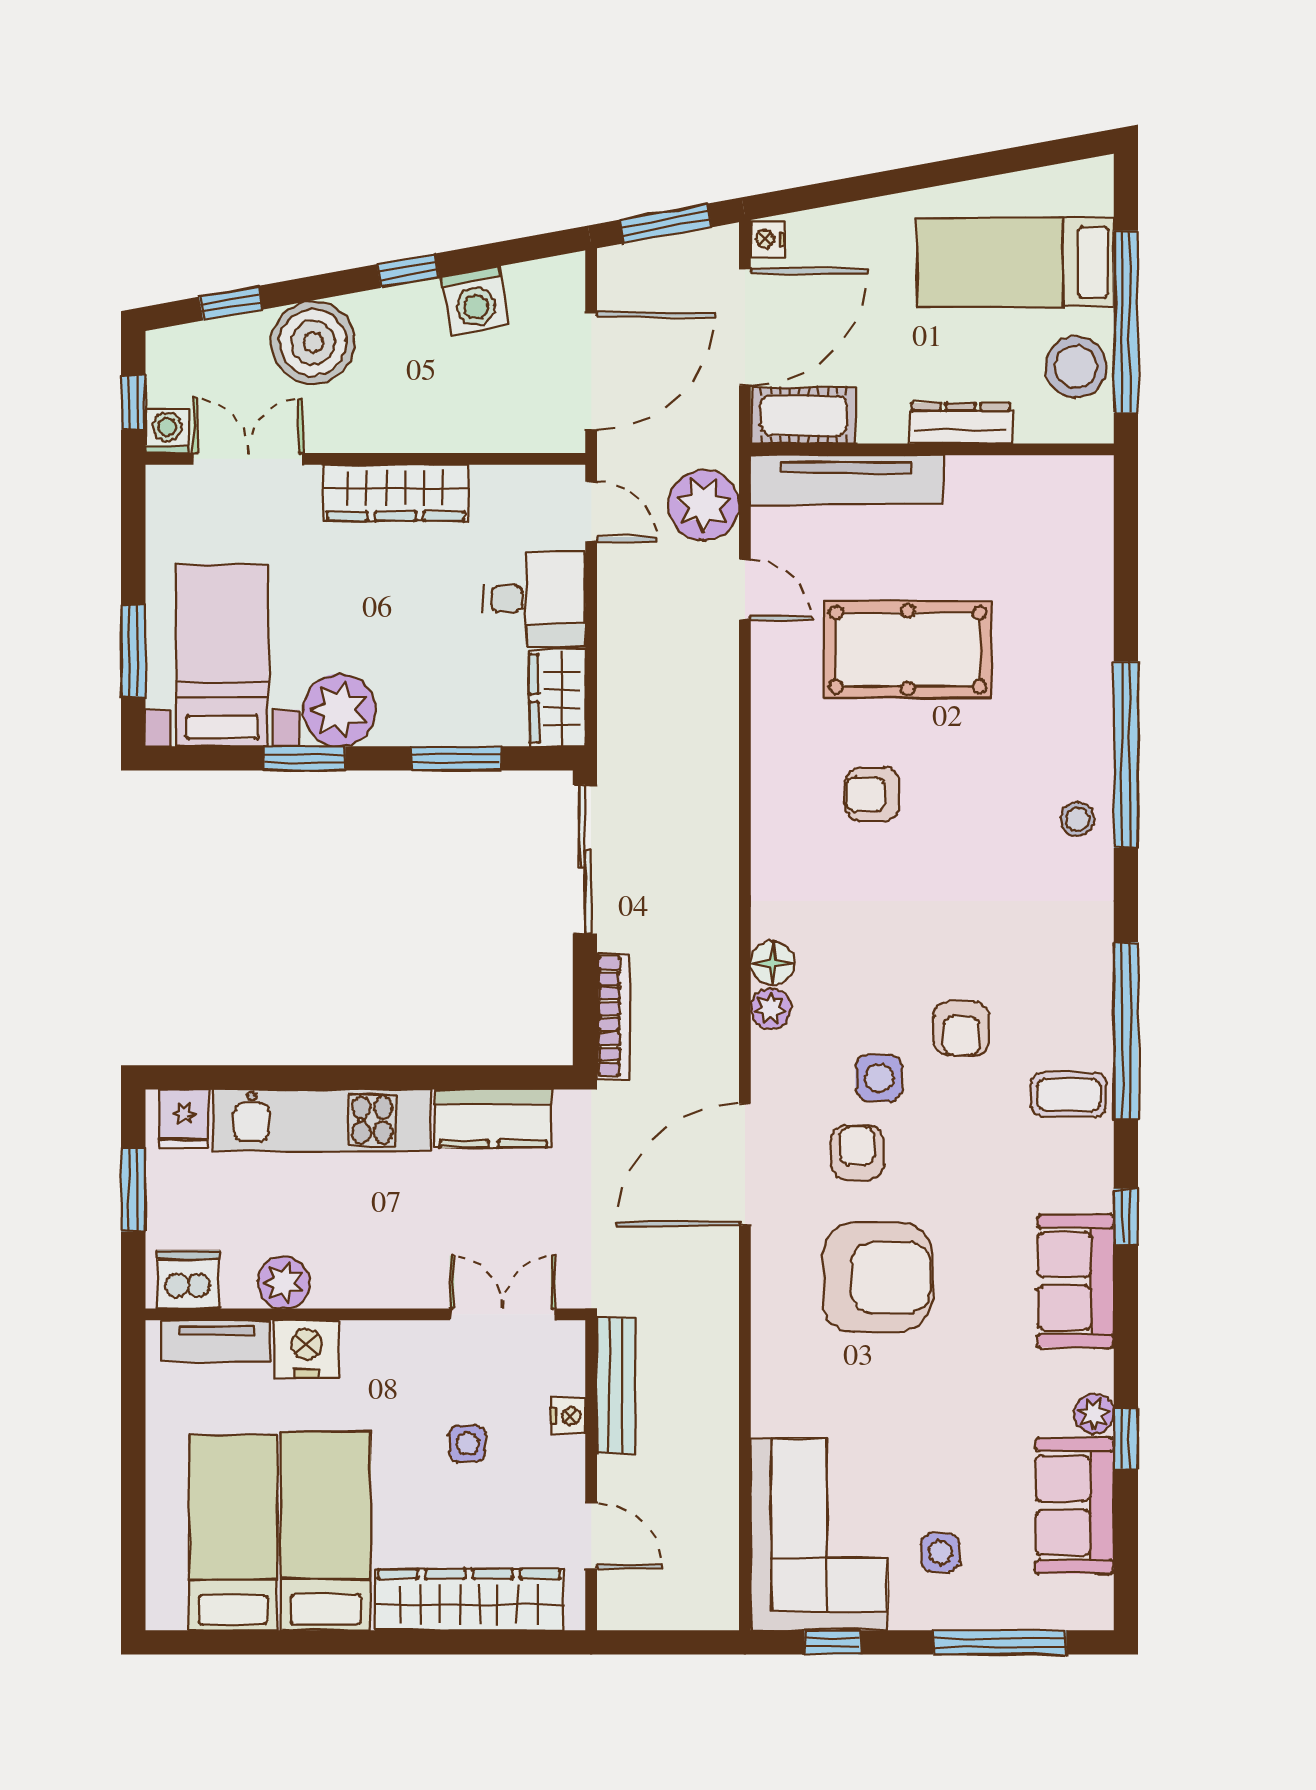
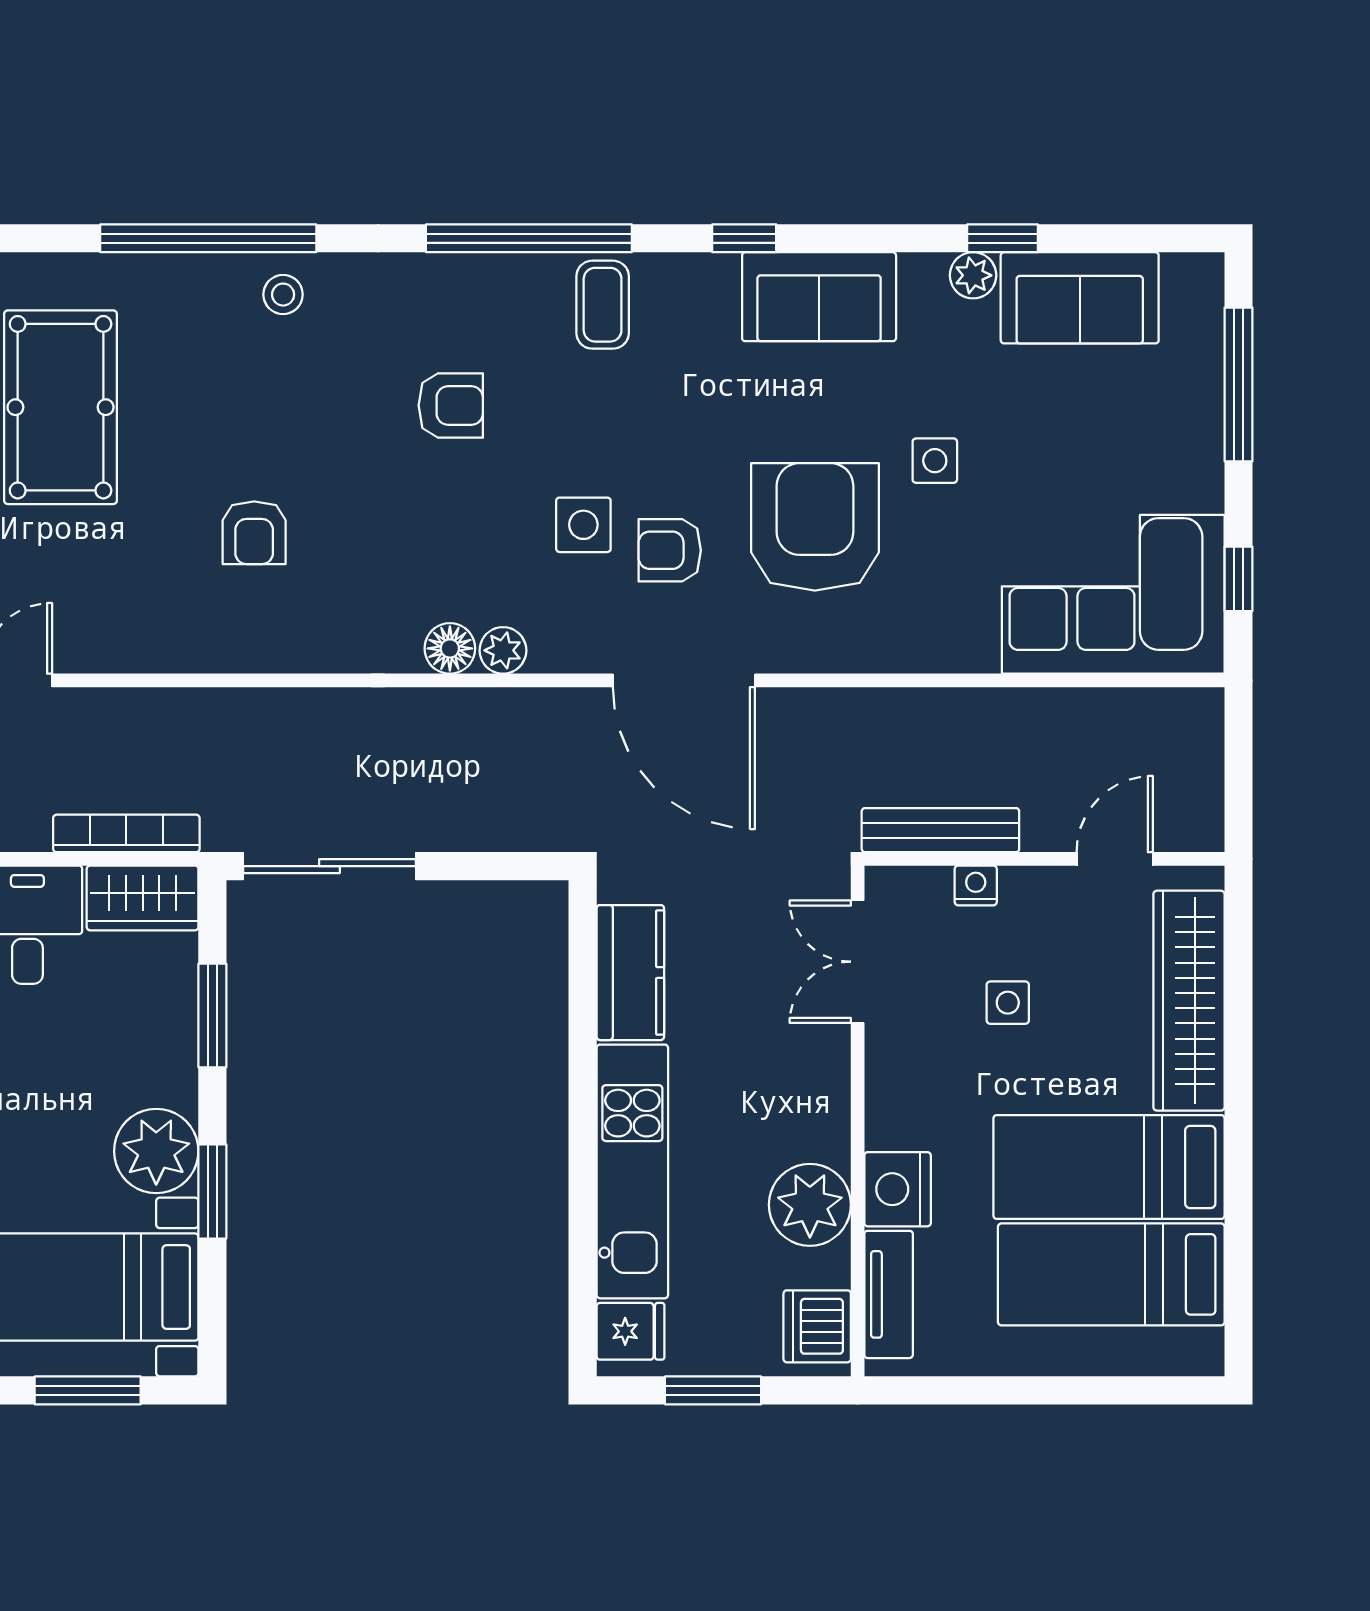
pool table: (908, 650) -> (61, 407), moved
bookcase: (613, 1016) -> (126, 833), moved
armchair: (961, 1029) -> (451, 405), moved
plant: (284, 1283) -> (810, 1205), width x1.36, depth x1.36
side table: (941, 1553) -> (935, 461), moved

